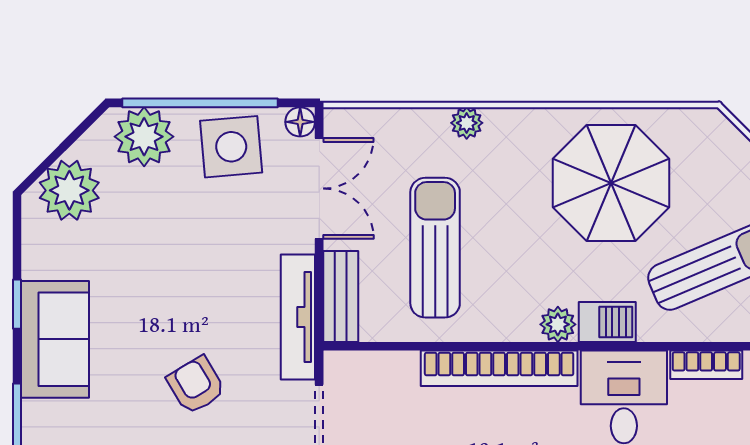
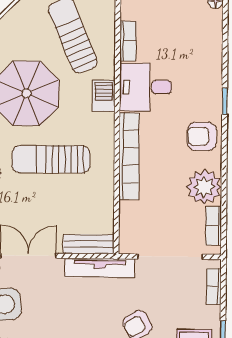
sun lounger: (435, 248) -> (51, 159), moved
plant: (558, 324) -> (105, 123), removed

